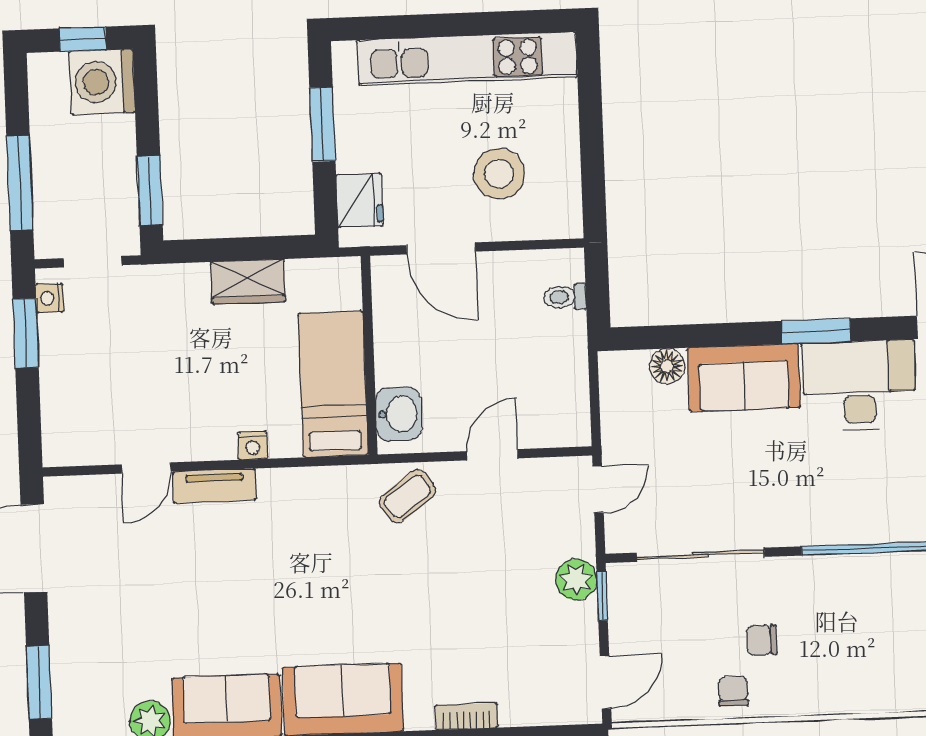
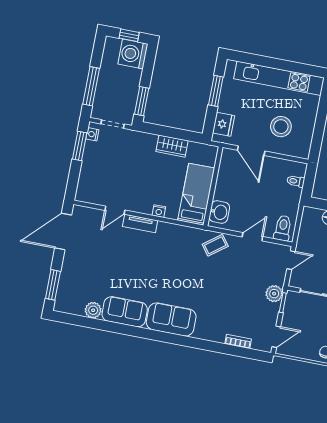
toilet: (560, 417) -> (283, 228), added
bookcase: (467, 716) -> (238, 341), moved

